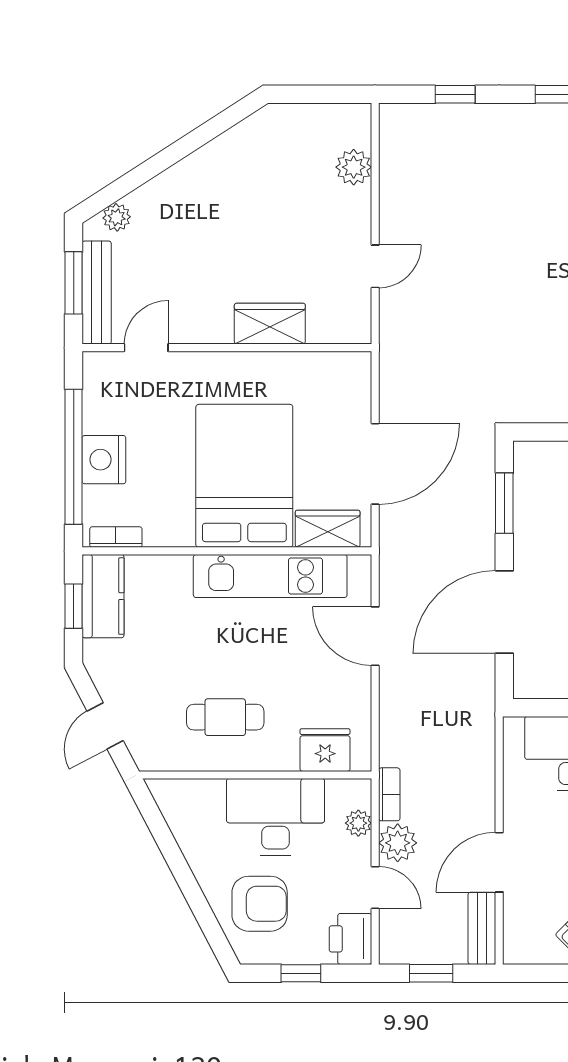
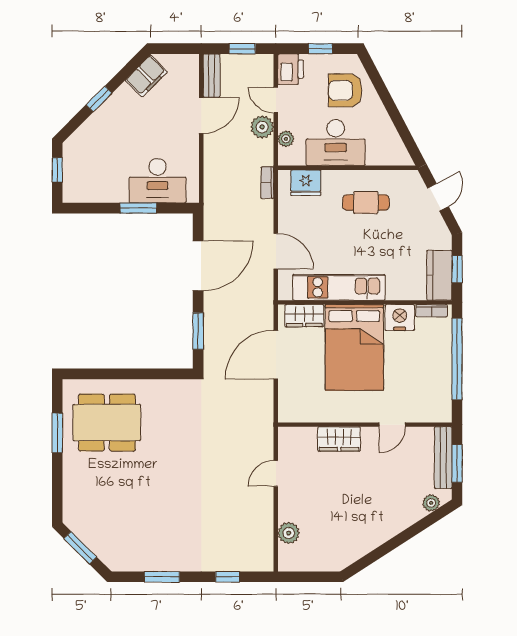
door: (146, 348) -> (392, 425), moved
nightstand: (104, 460) -> (400, 318), moved, turned -90
bookcase: (389, 794) -> (267, 183), moved

